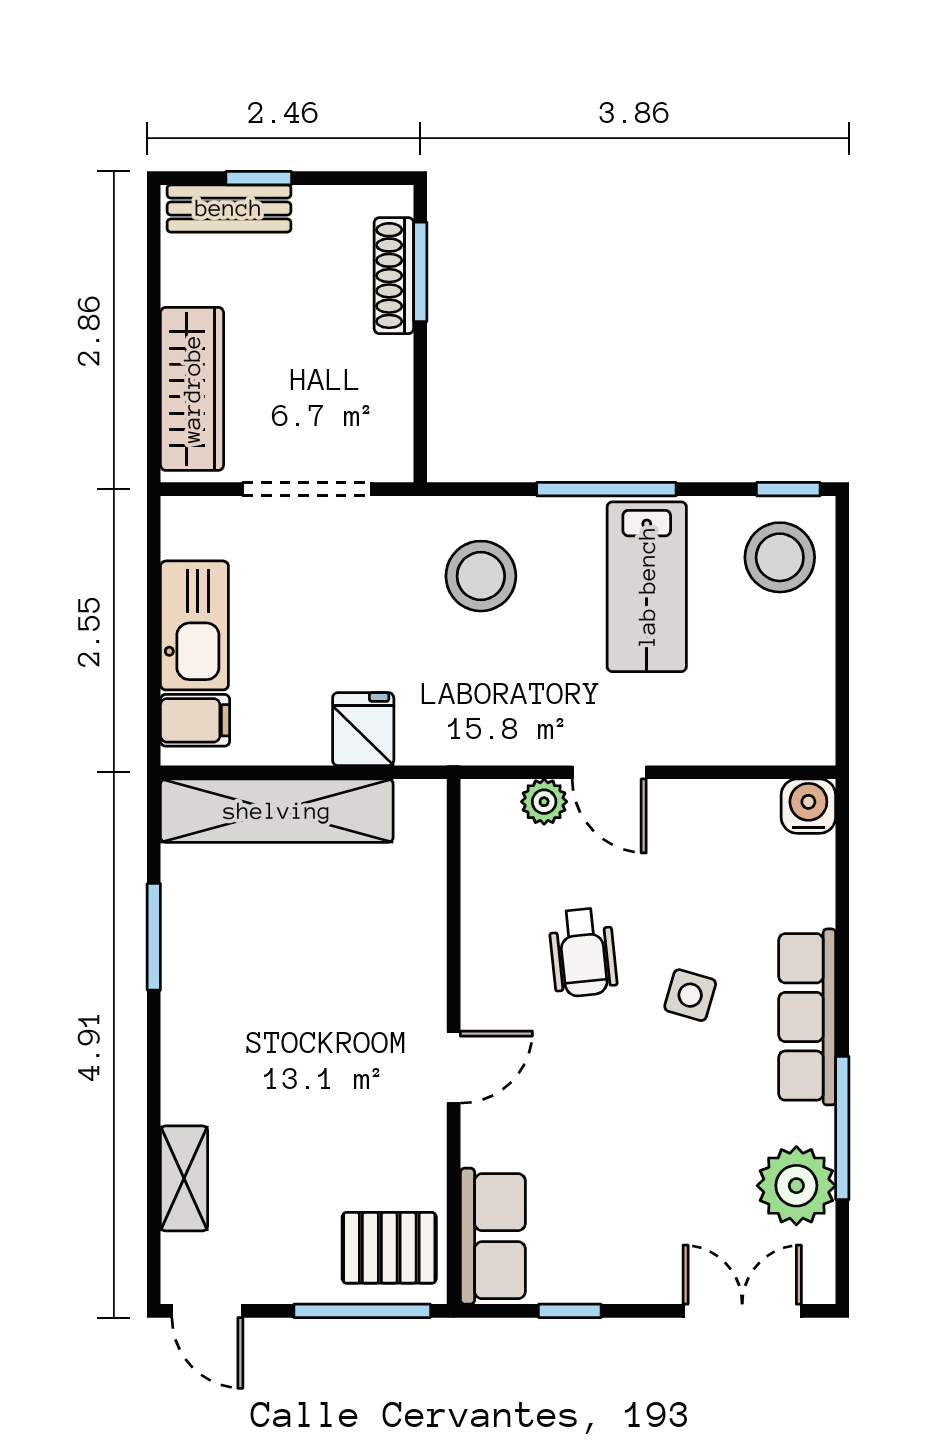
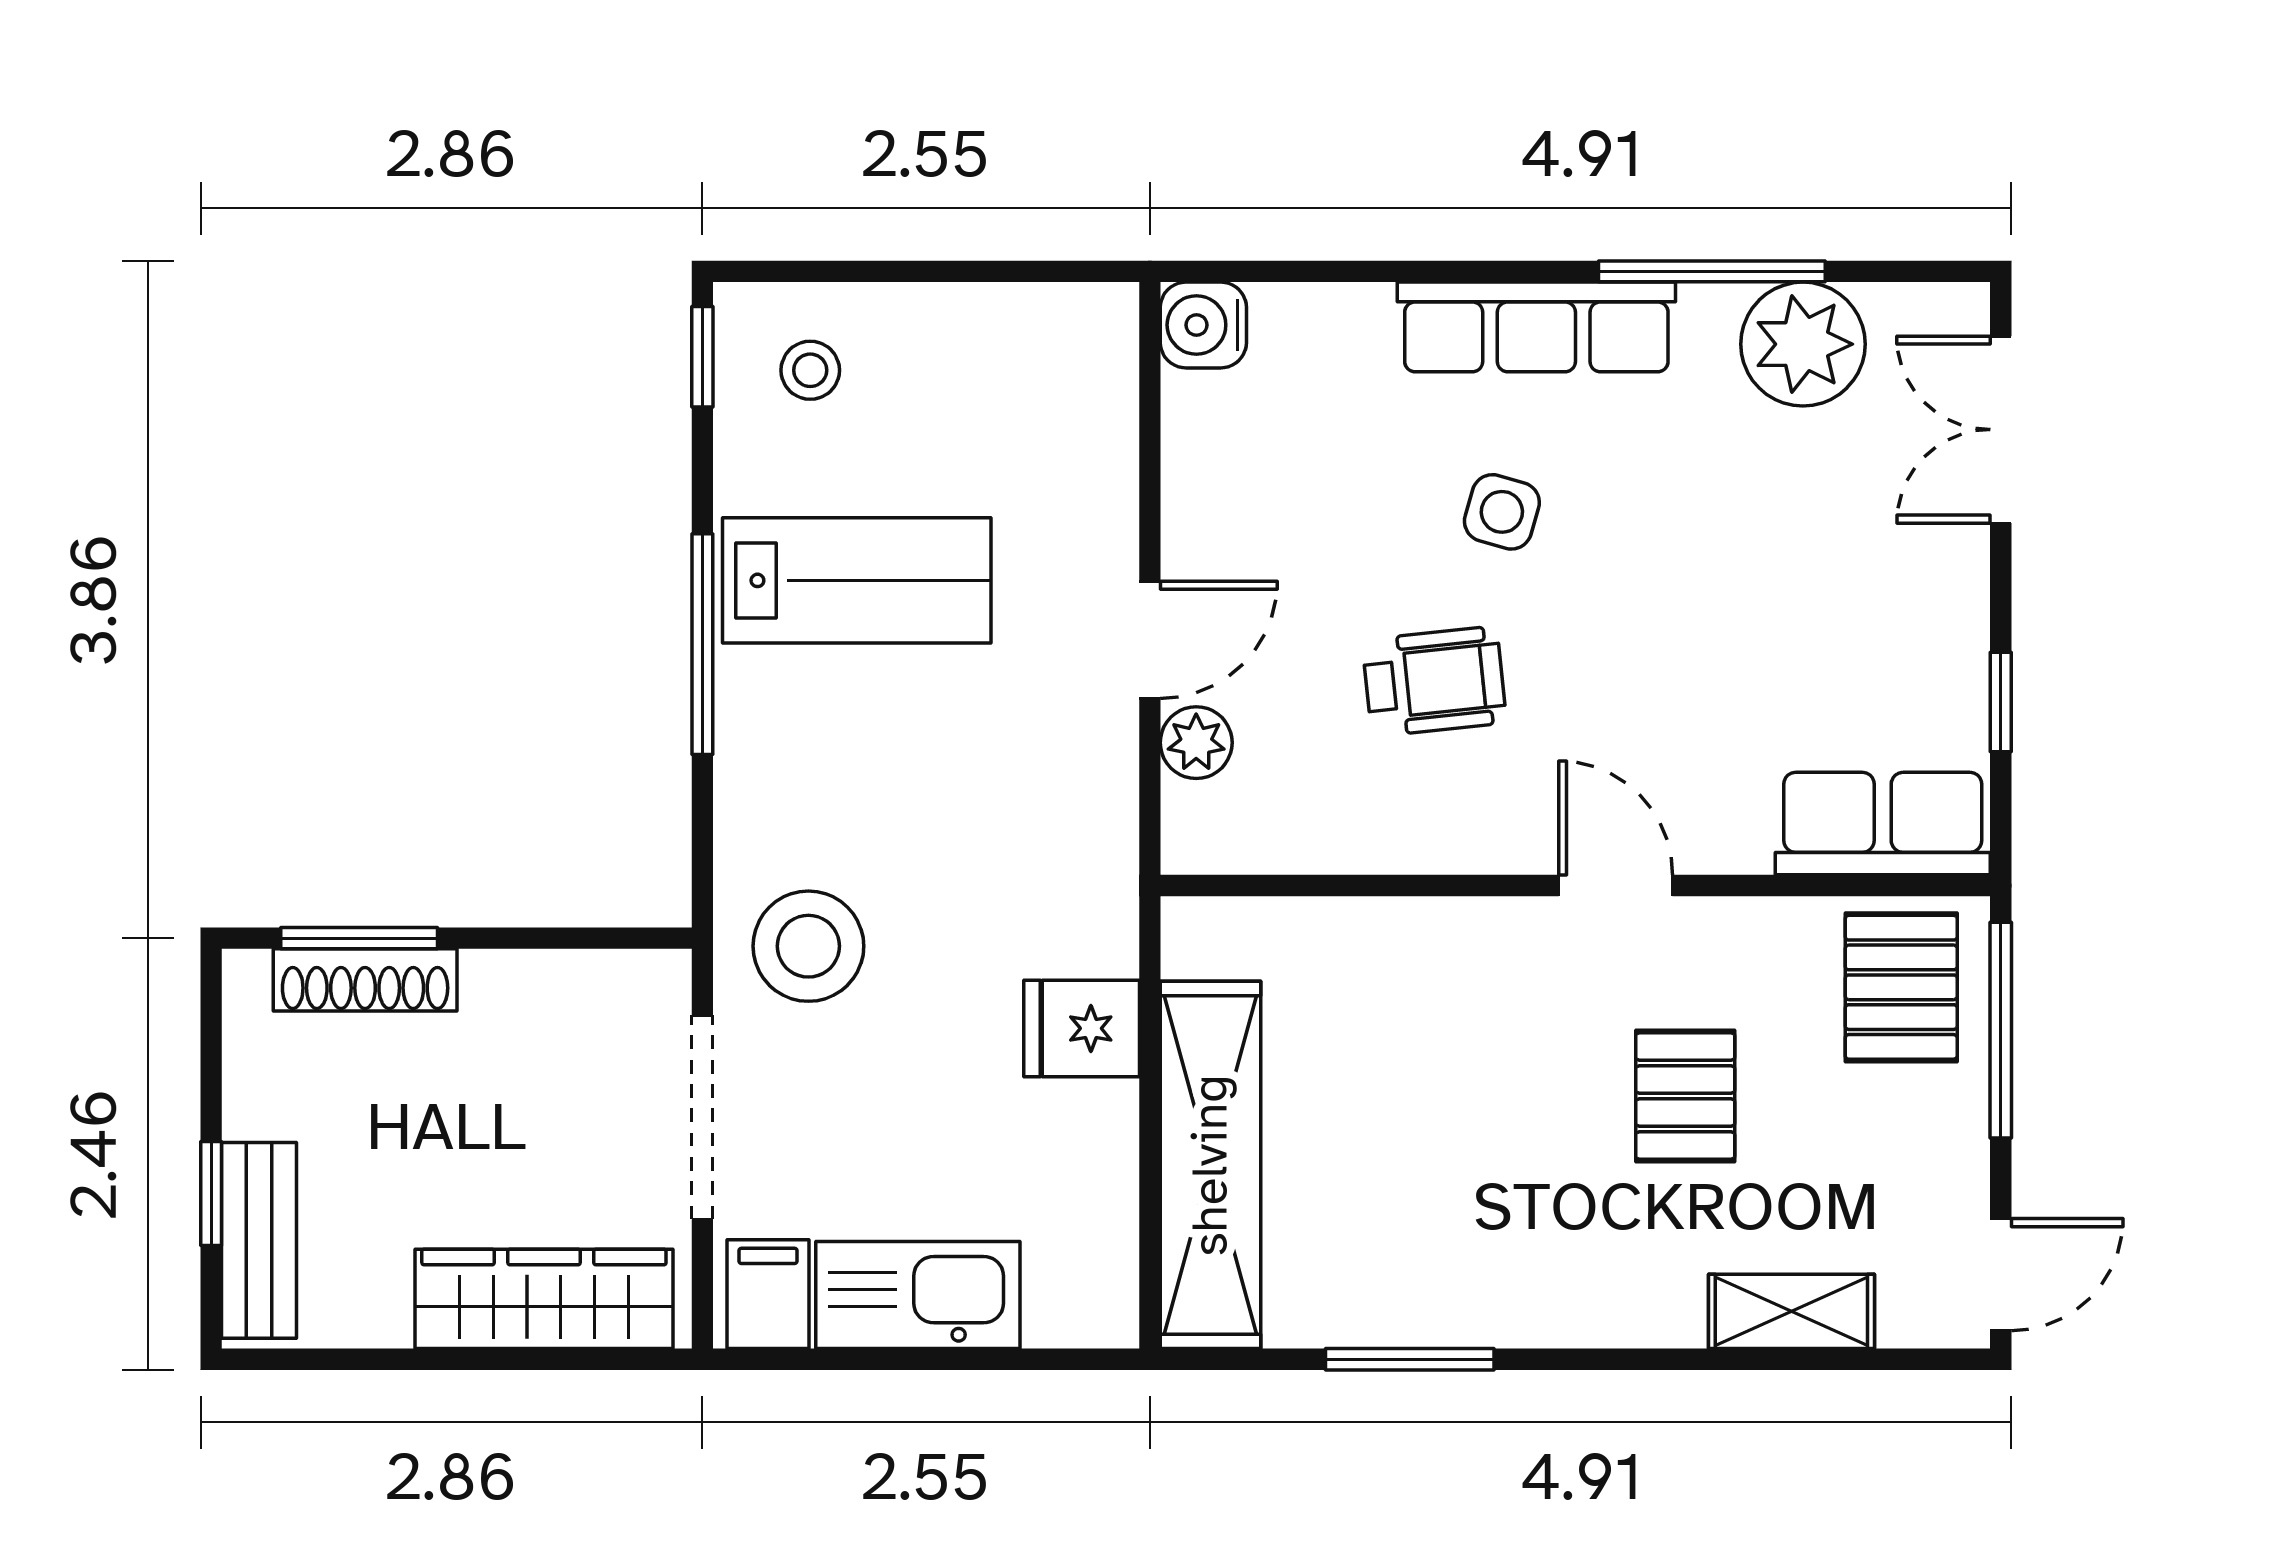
stool: (780, 557) -> (810, 370), width x0.53, depth x0.53
stool: (481, 576) -> (808, 946), moved
filing cabinet: (195, 720) -> (768, 1294), moved
pallet: (320, 1111) -> (1685, 1096), added

